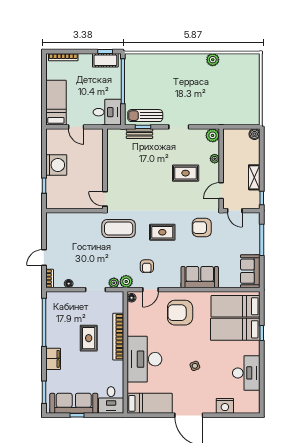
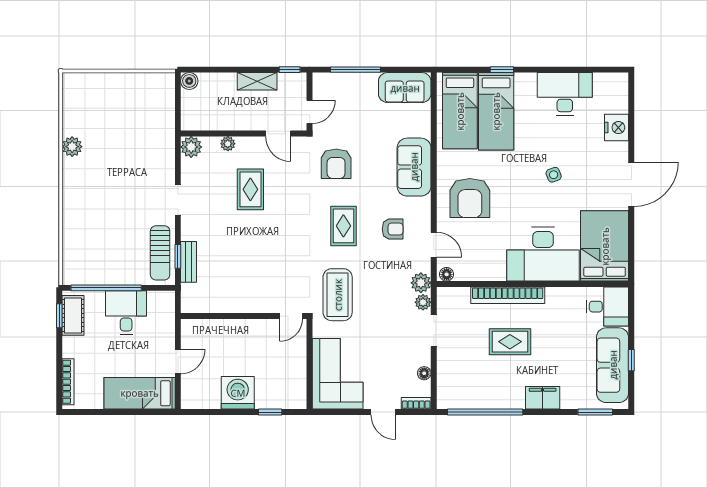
desk: (107, 112) -> (126, 313), moved
corner sofa: (68, 229) -> (338, 374), added
armchair: (147, 266) -> (393, 229), moved
bed: (150, 403) -> (605, 246), width x1.50

